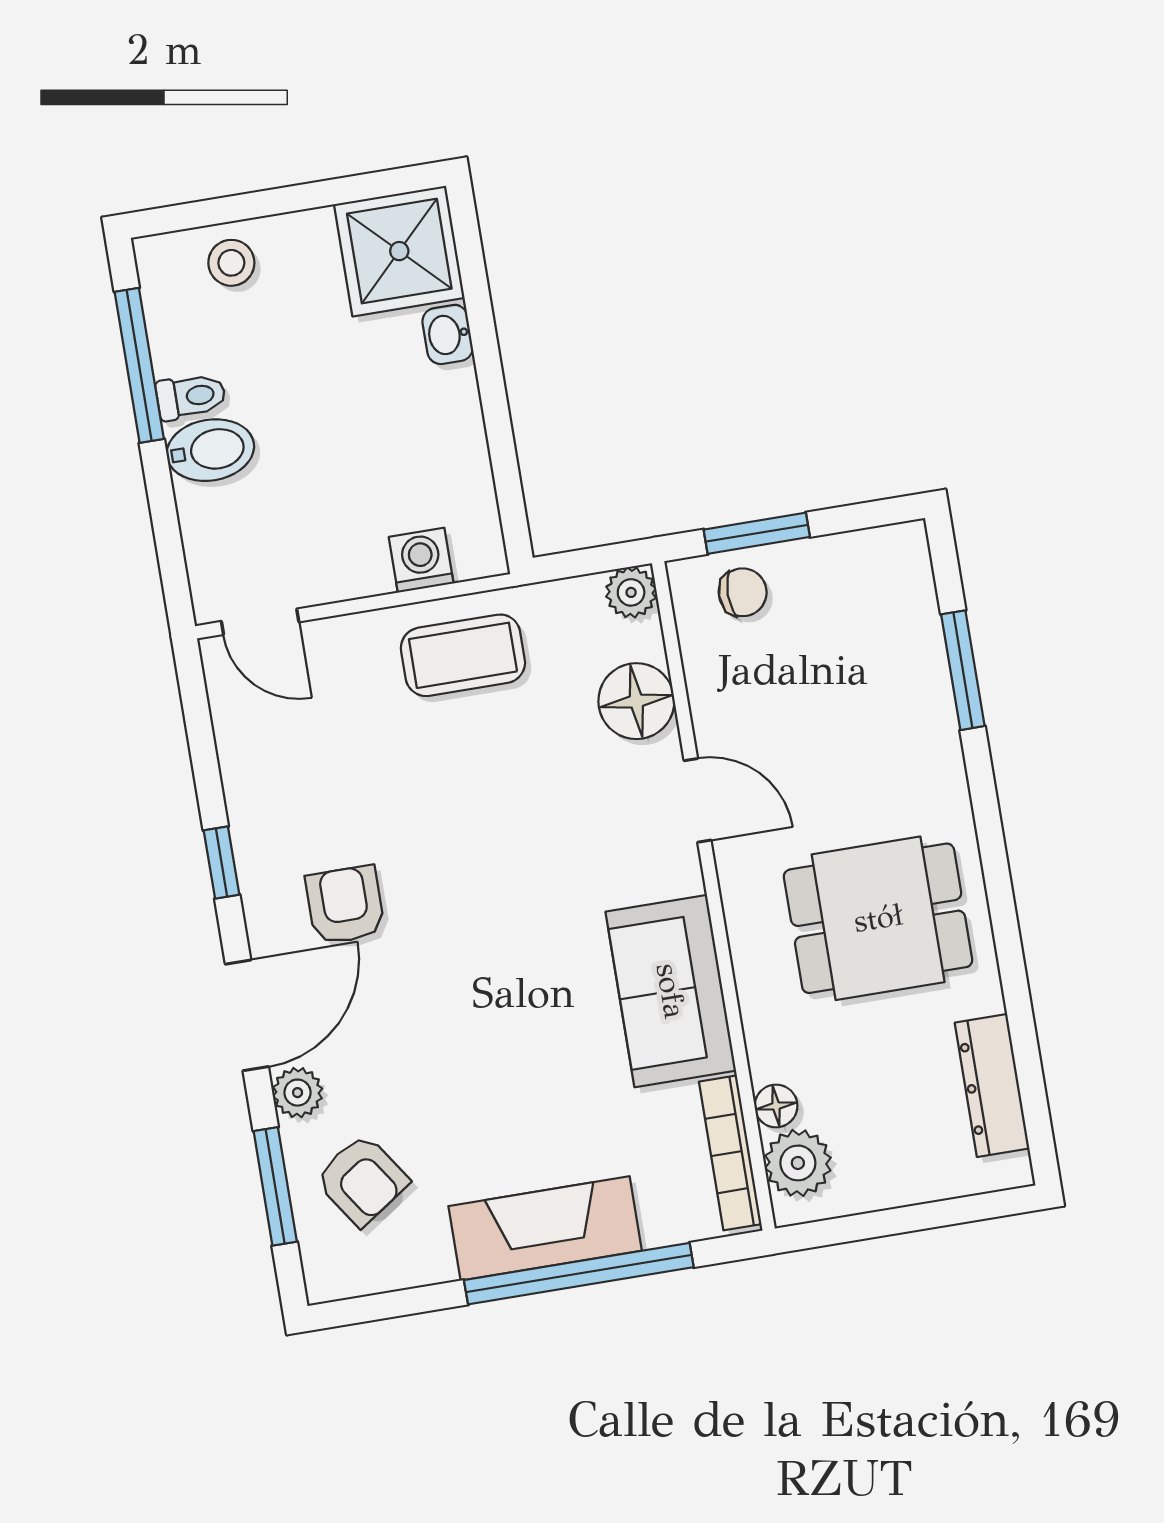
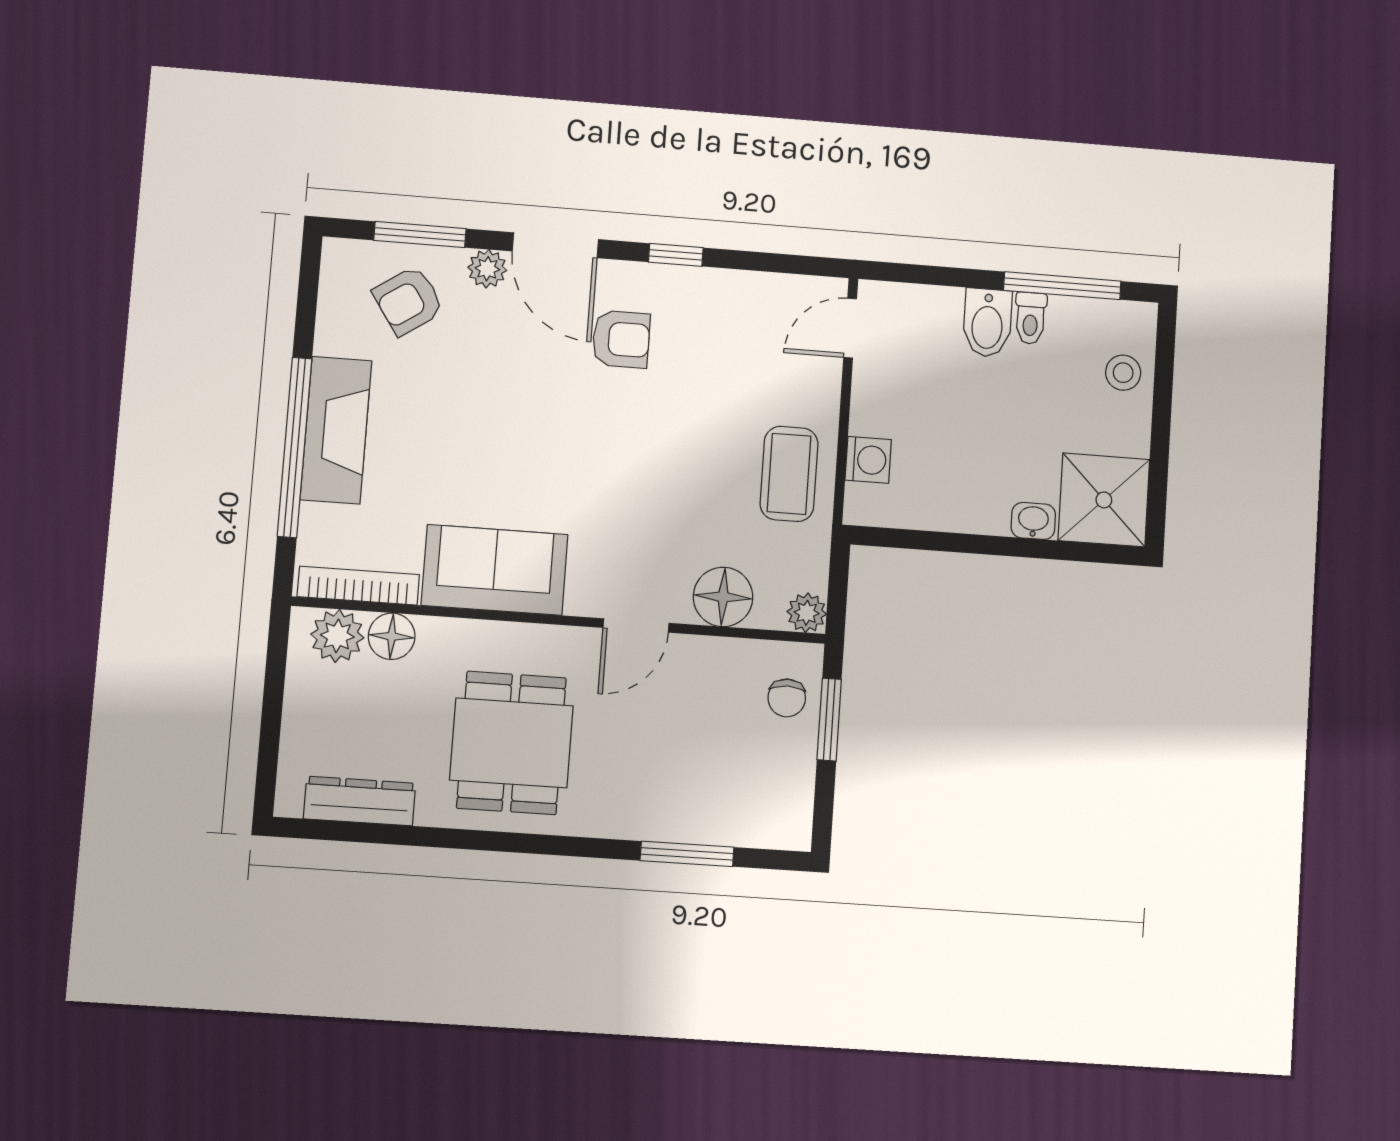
floor lamp: (776, 1106) -> (392, 636), width x1.37, depth x1.37

